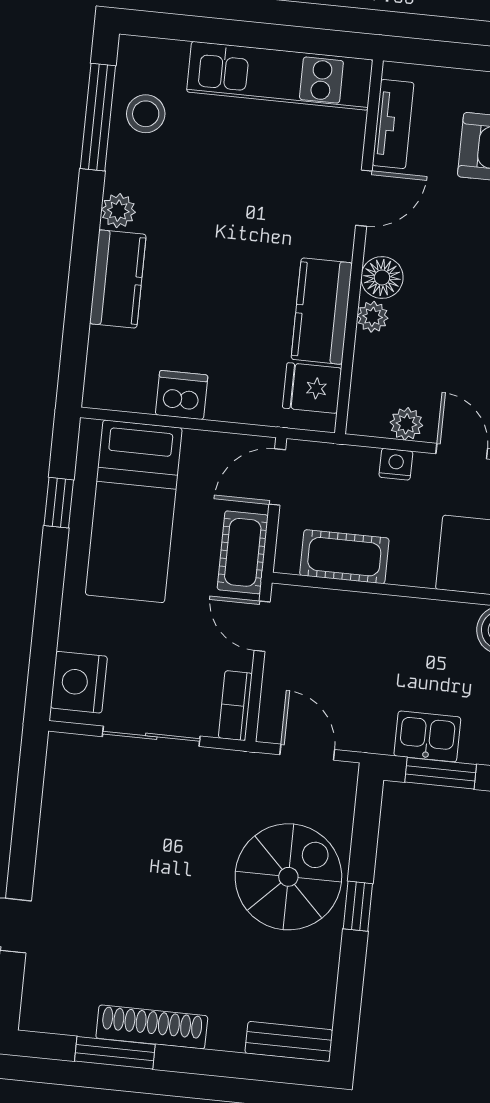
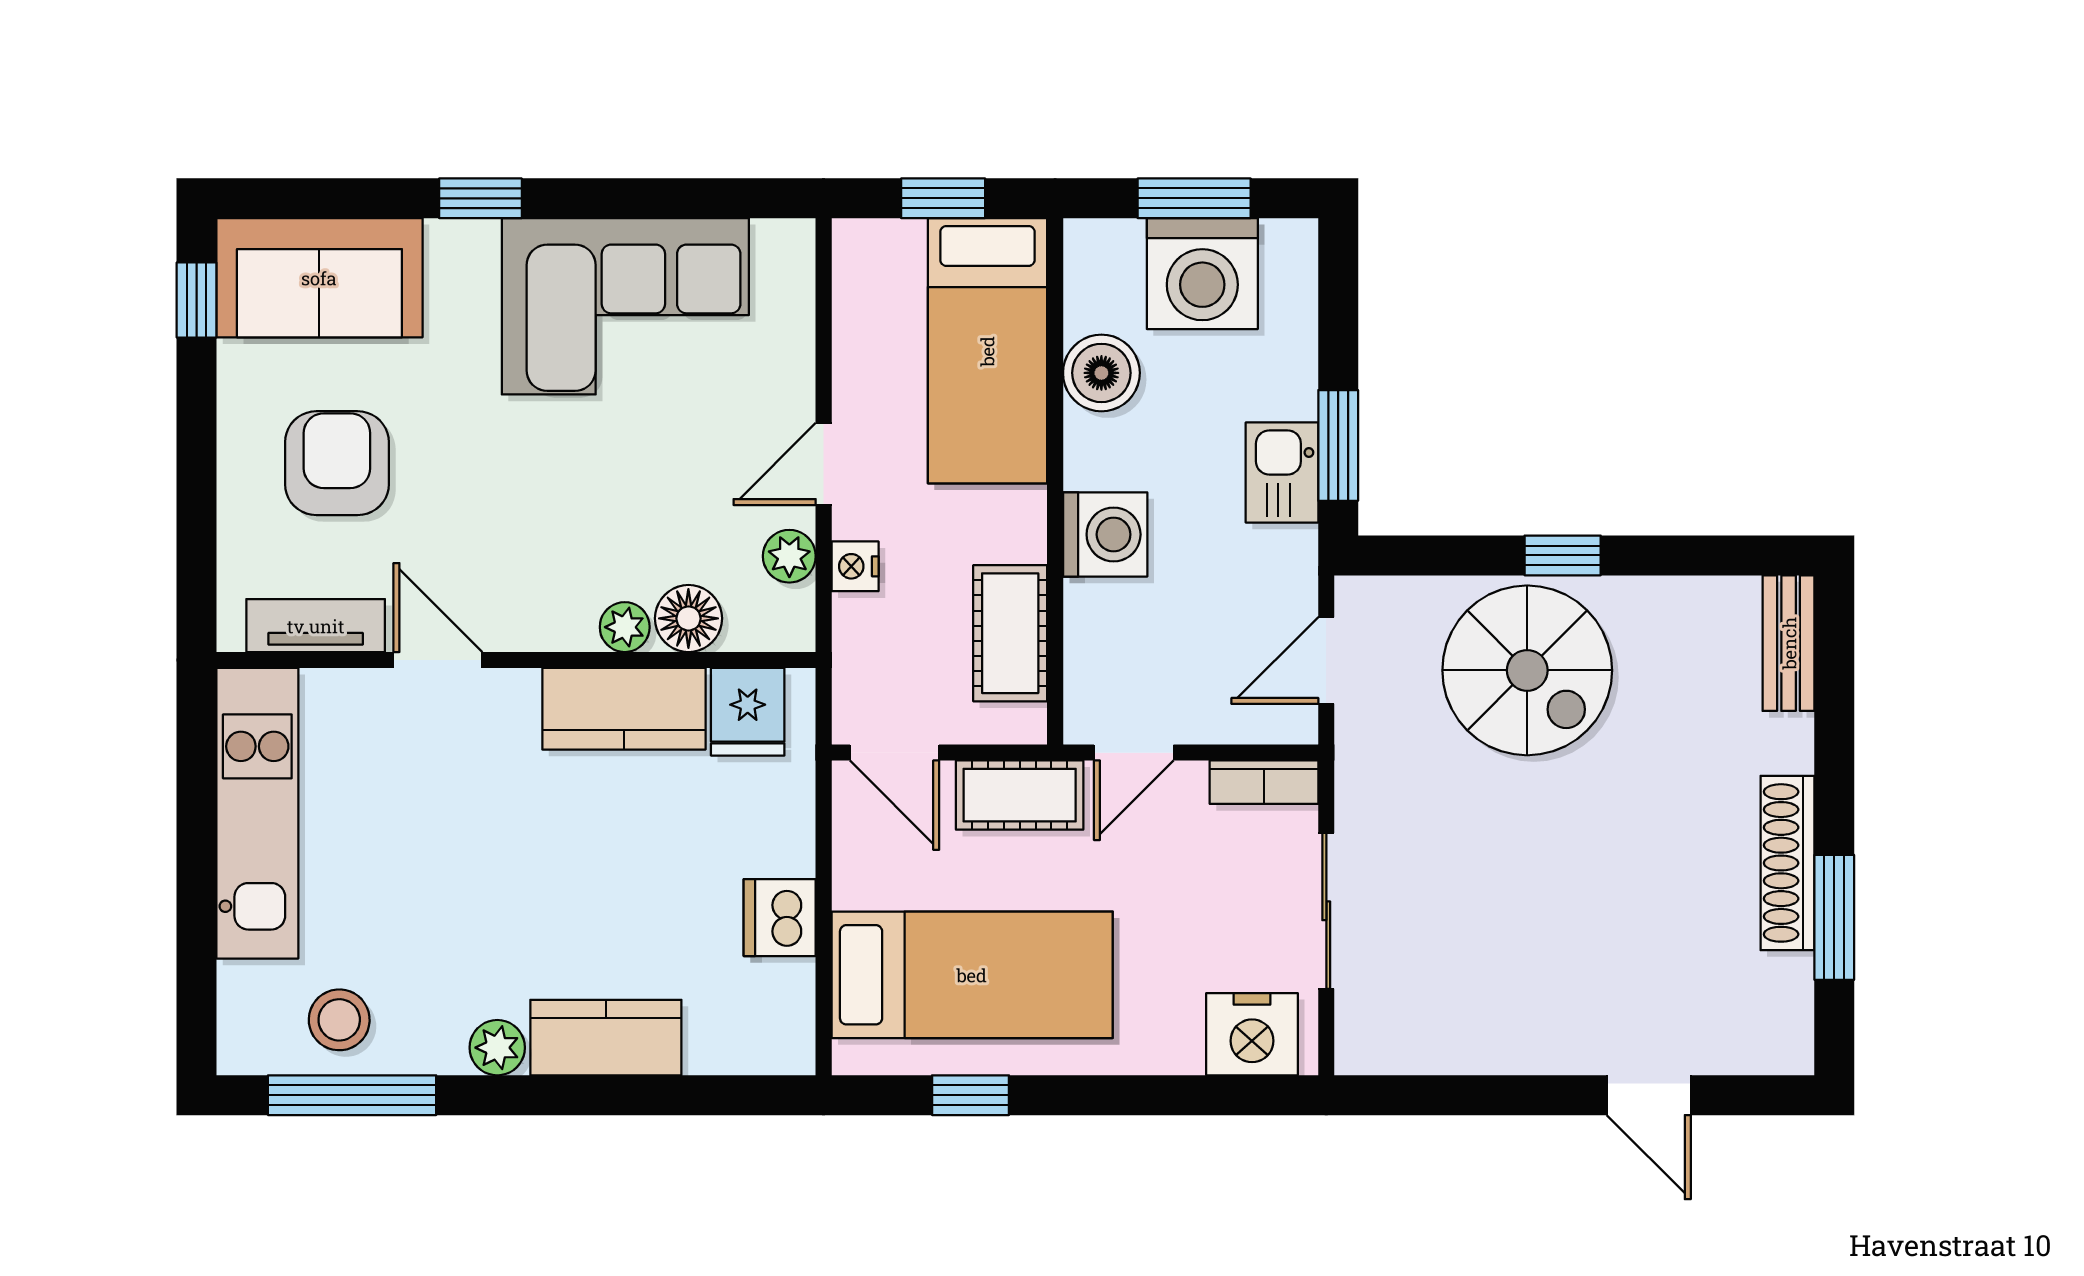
floor lamp: (382, 278) -> (688, 618), moved
washing machine: (400, 622) -> (1105, 534), added
spiral stairs: (288, 877) -> (1527, 670), turned 180

